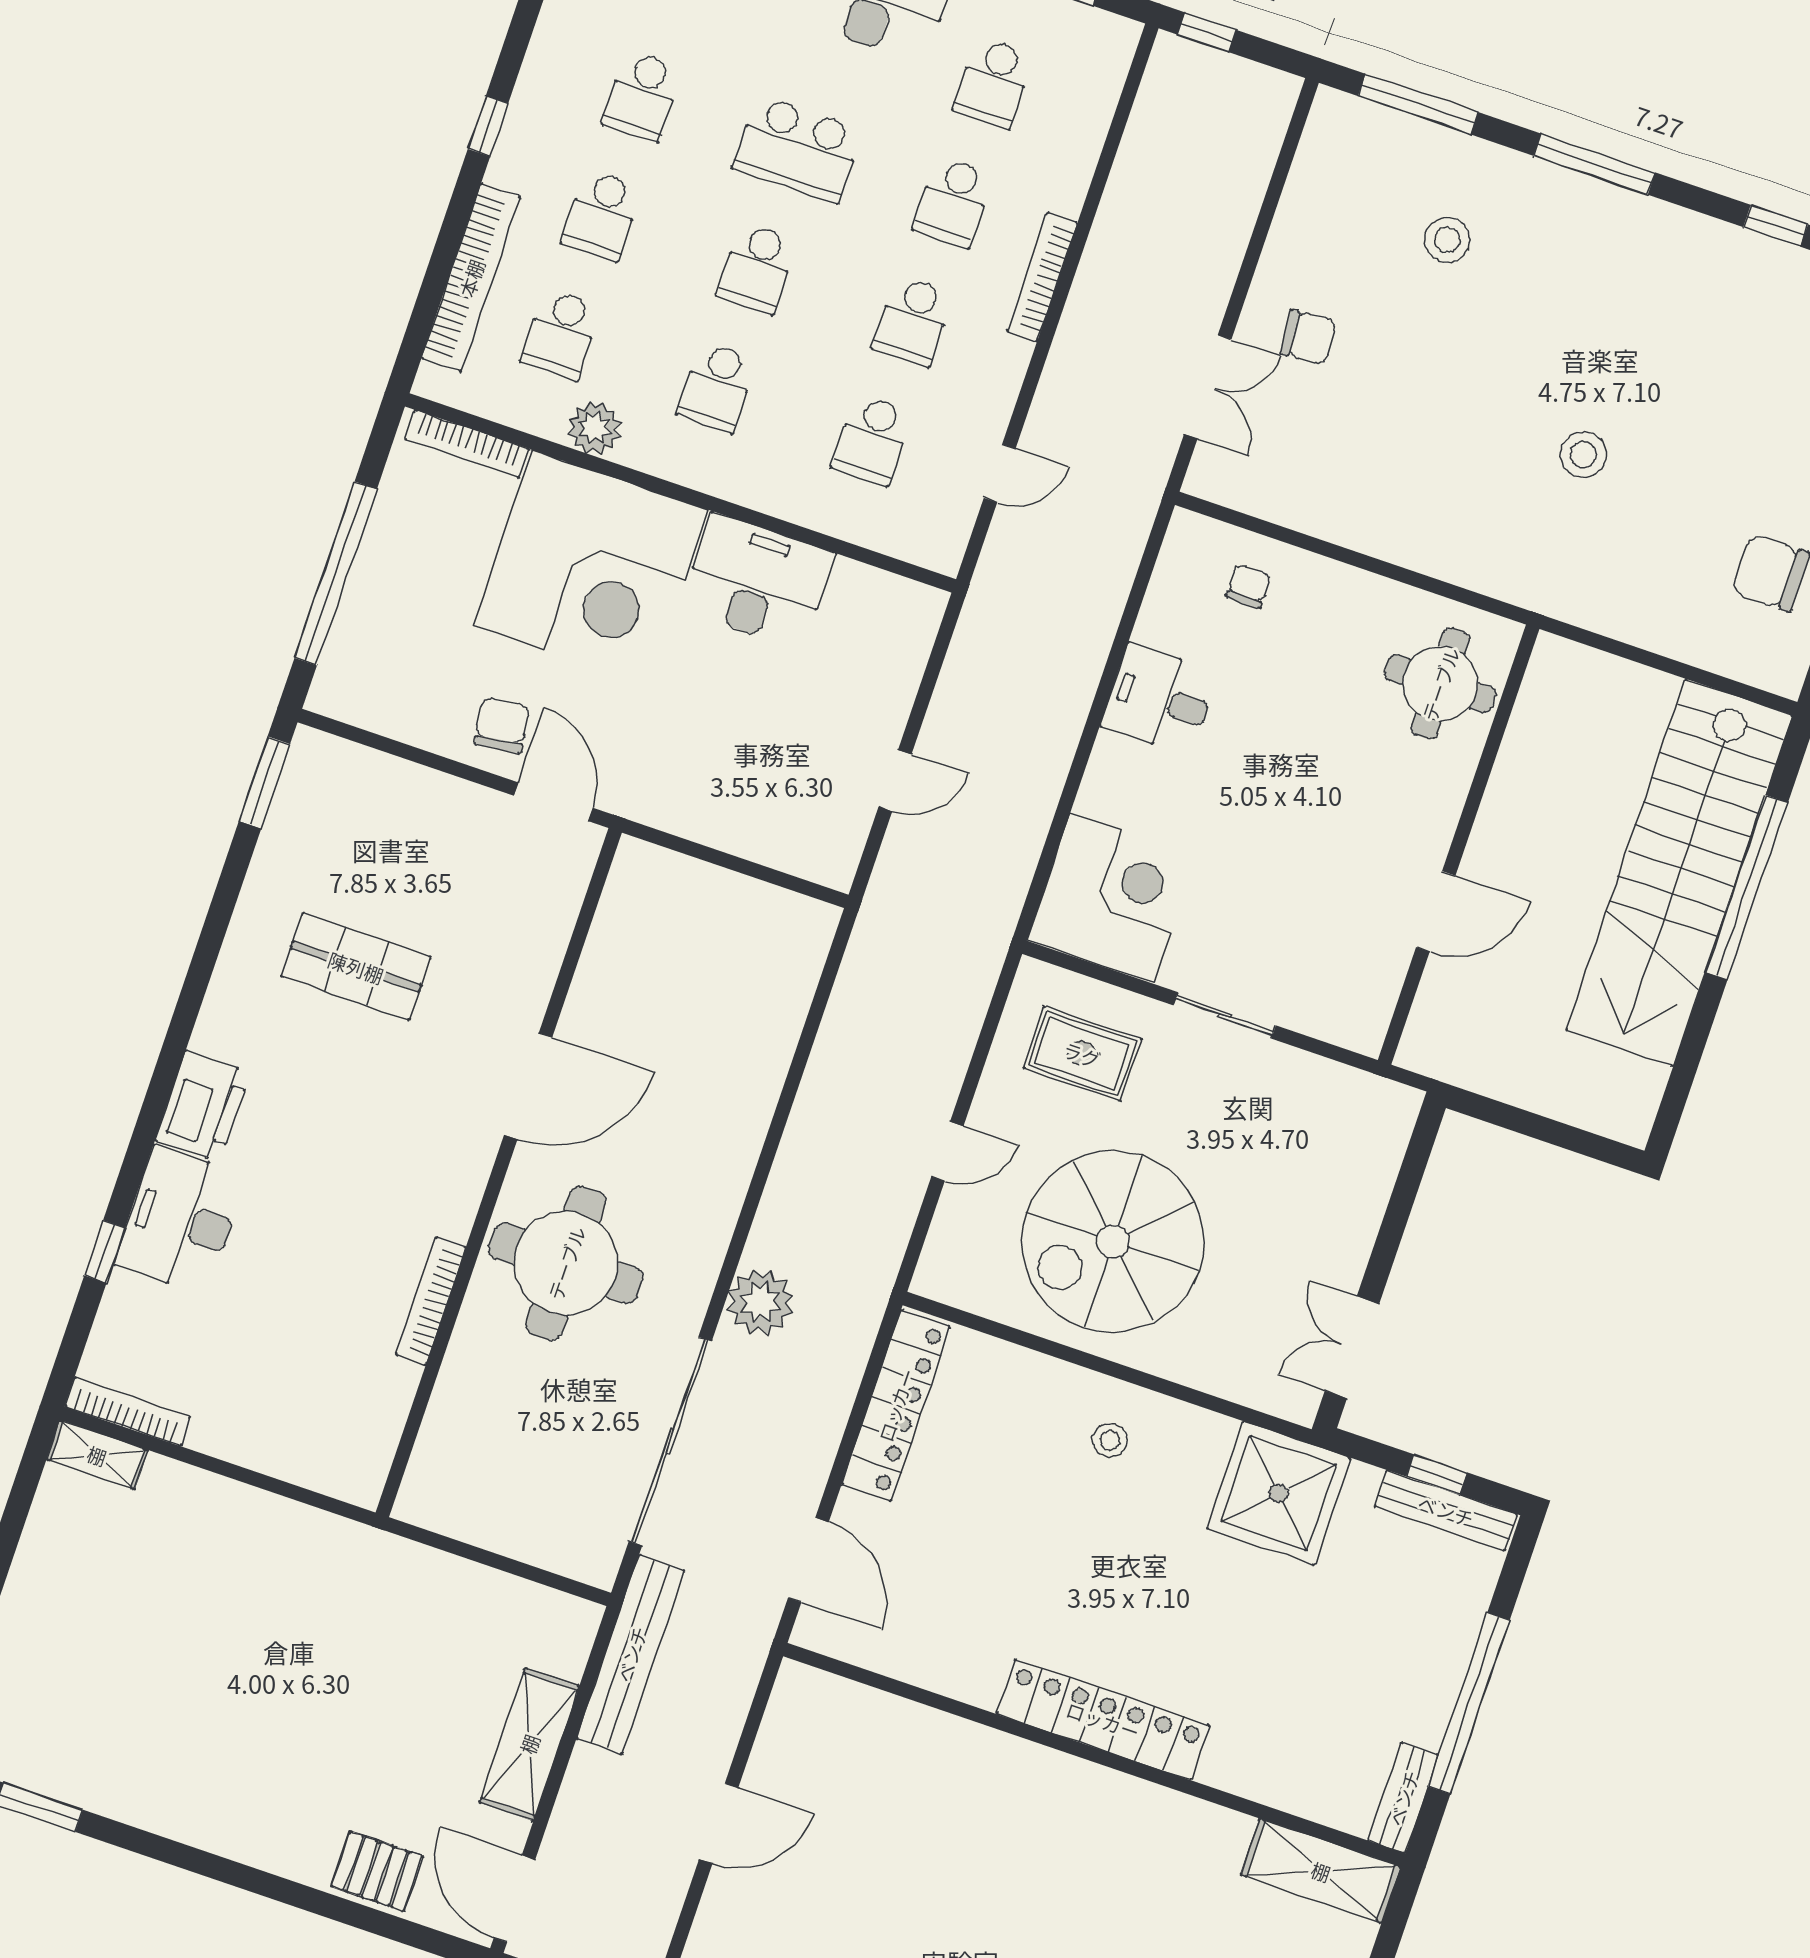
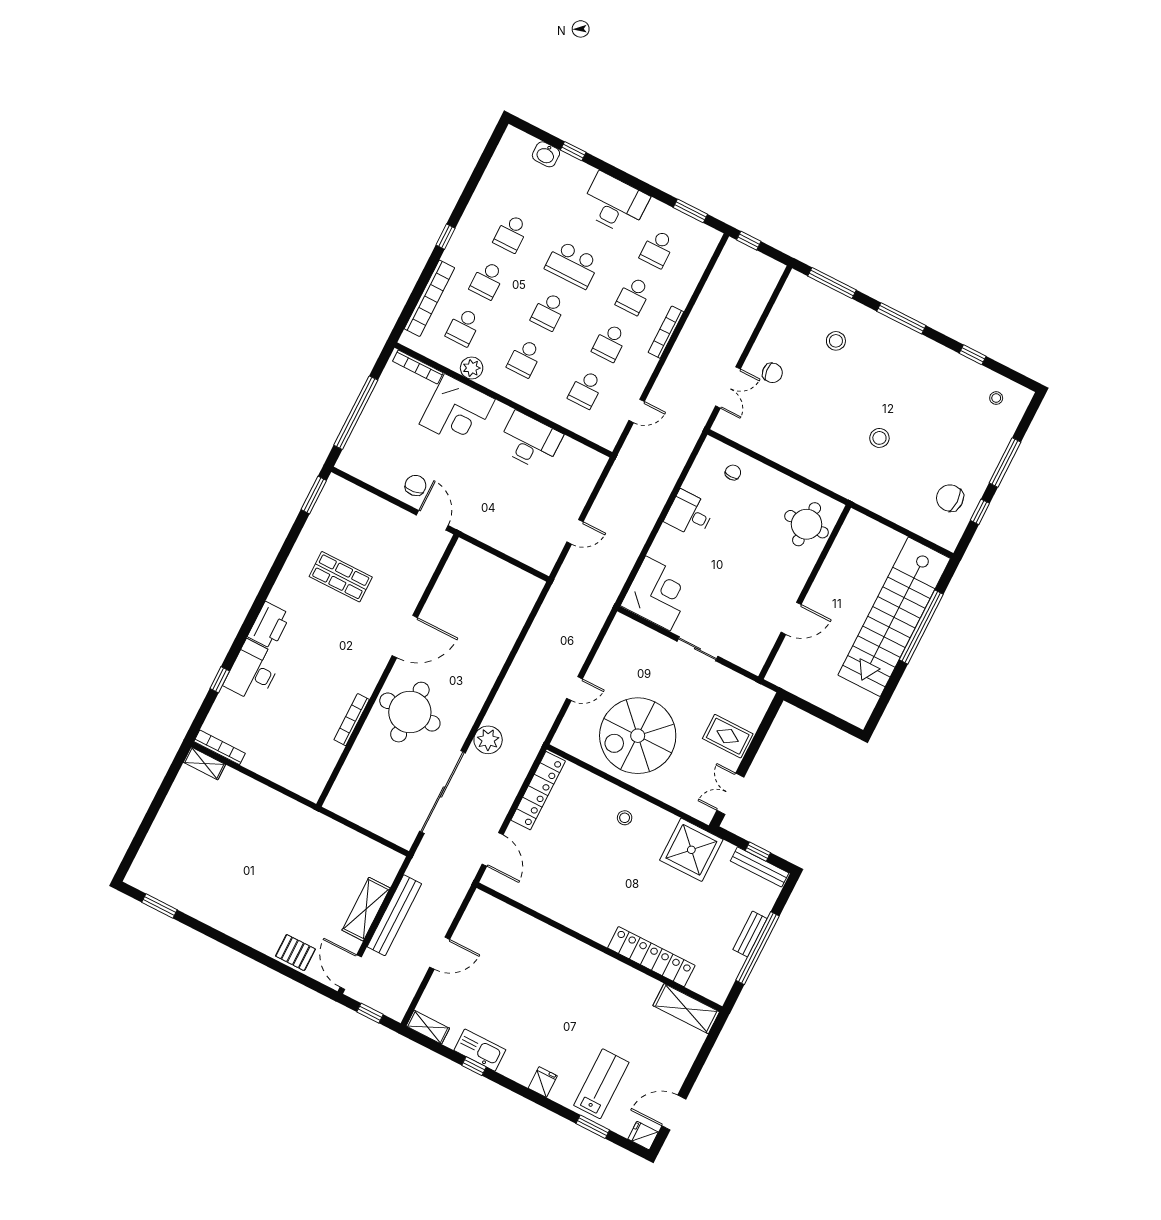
corner desk: (591, 567) -> (457, 412), width x0.74, depth x0.74
rug: (1082, 1054) -> (728, 736), moved
bench: (631, 1654) -> (394, 915), moved
locker: (1103, 1720) -> (651, 957), moved
bench: (1403, 1798) -> (750, 934), moved

